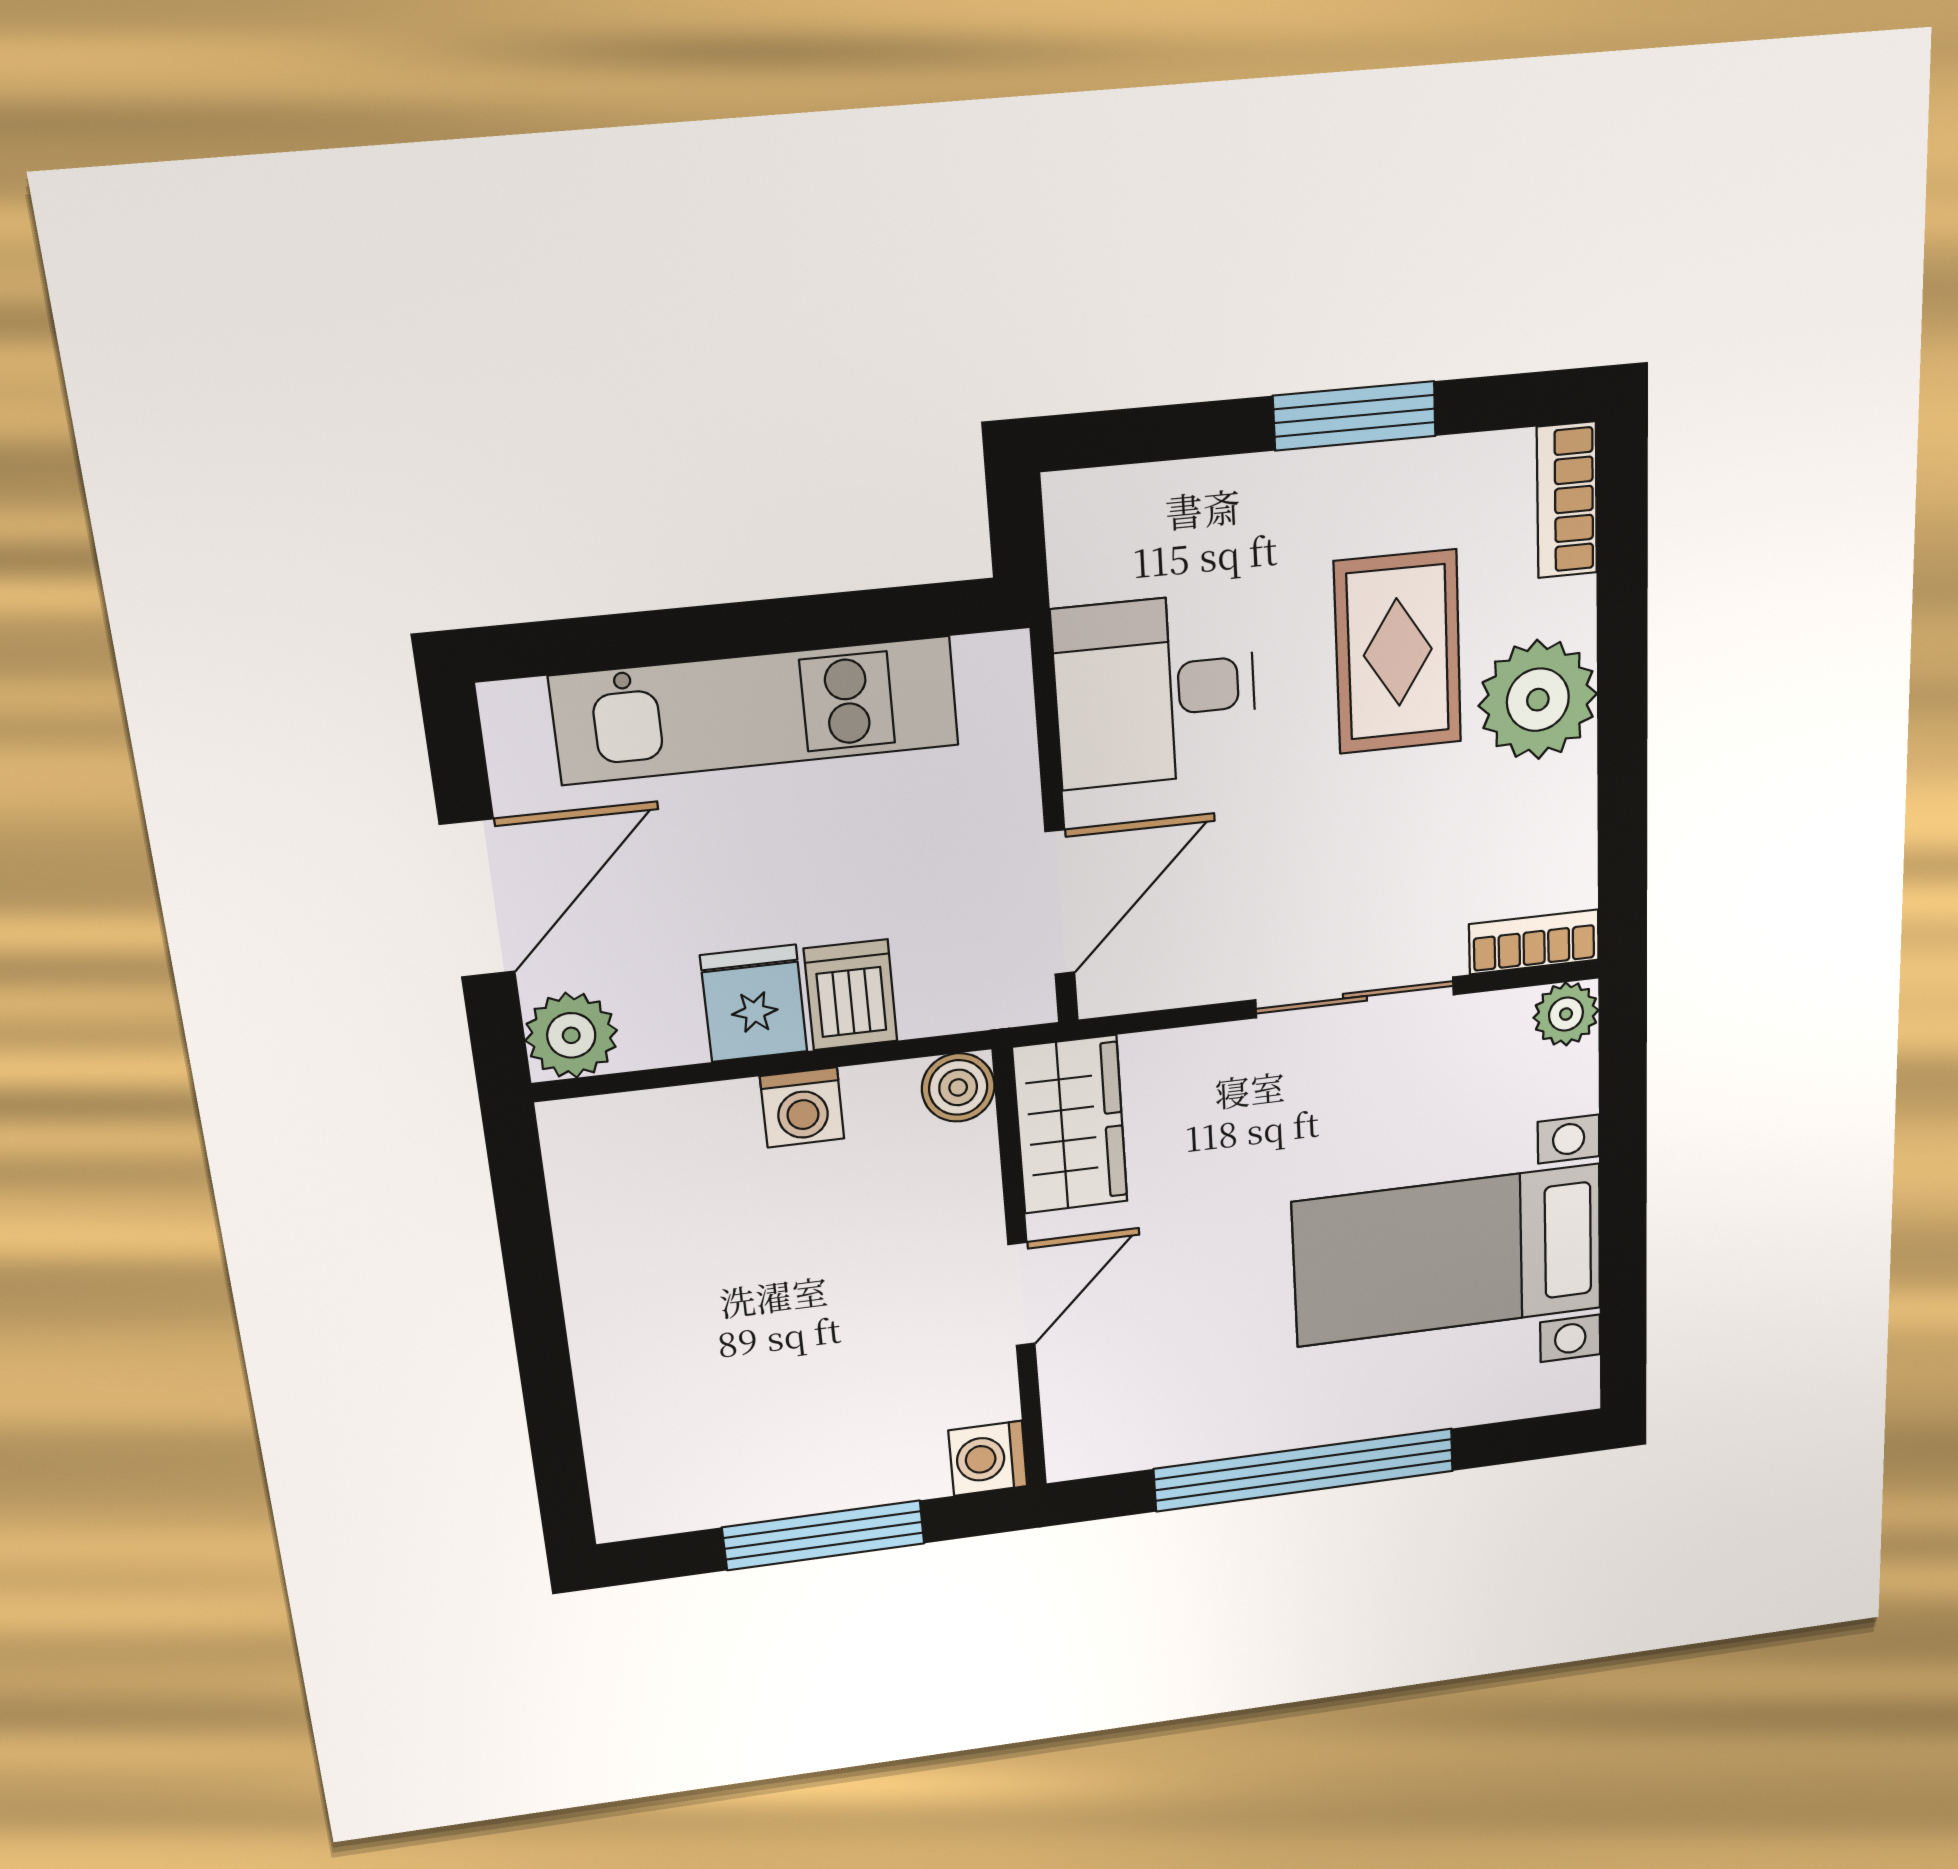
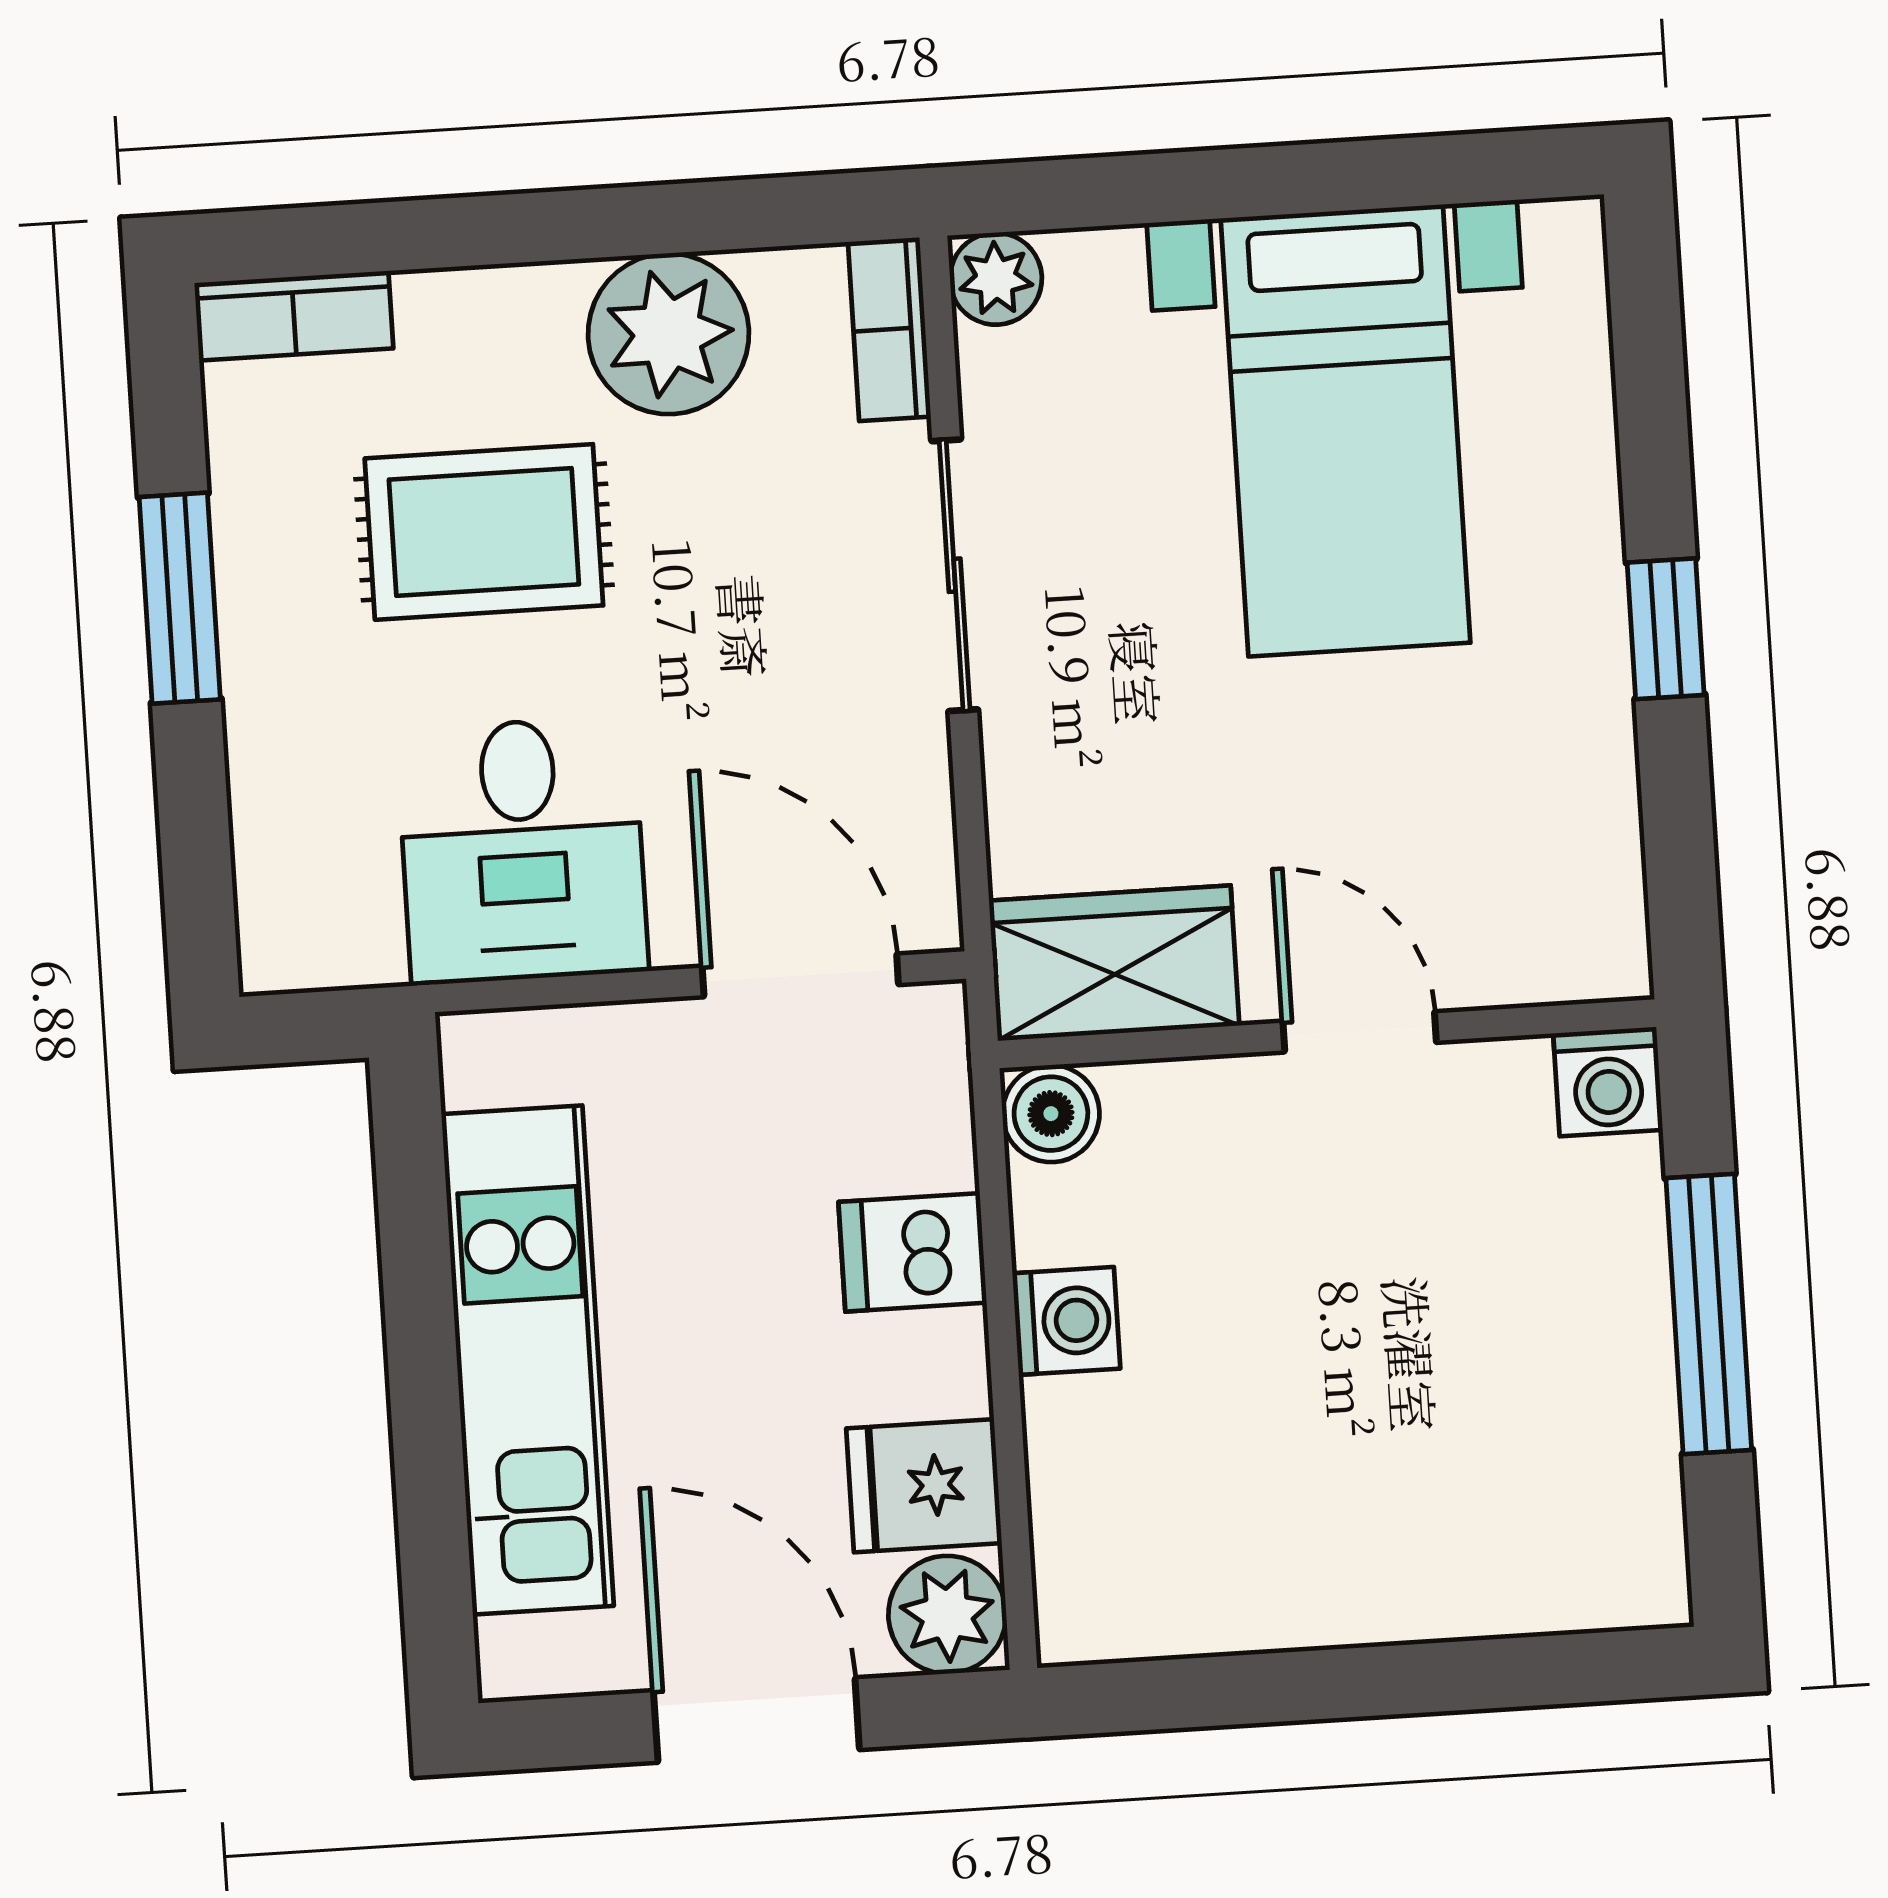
plant: (1538, 700) -> (668, 334), moved
fridge: (754, 1004) -> (924, 1486), moved
window: (1304, 1470) -> (1666, 629), width x0.32

